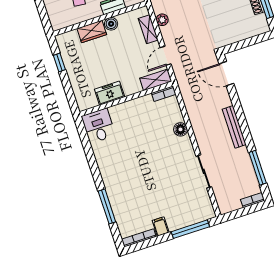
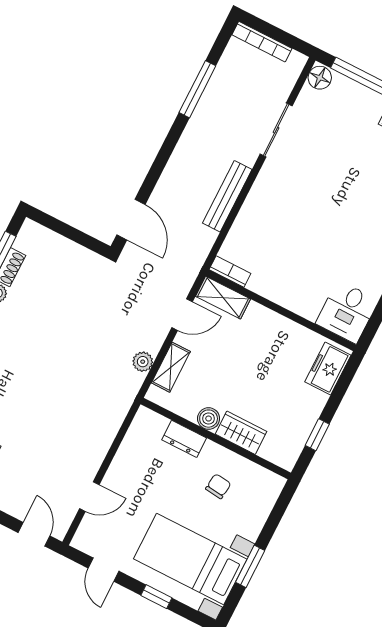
freezer: (110, 93) -> (328, 368), moved, turned 90
bench: (234, 127) -> (227, 196), moved
floor lamp: (180, 129) -> (320, 78), moved
window: (258, 168) -> (197, 89), moved
bookcase: (253, 200) -> (262, 42), width x1.56

